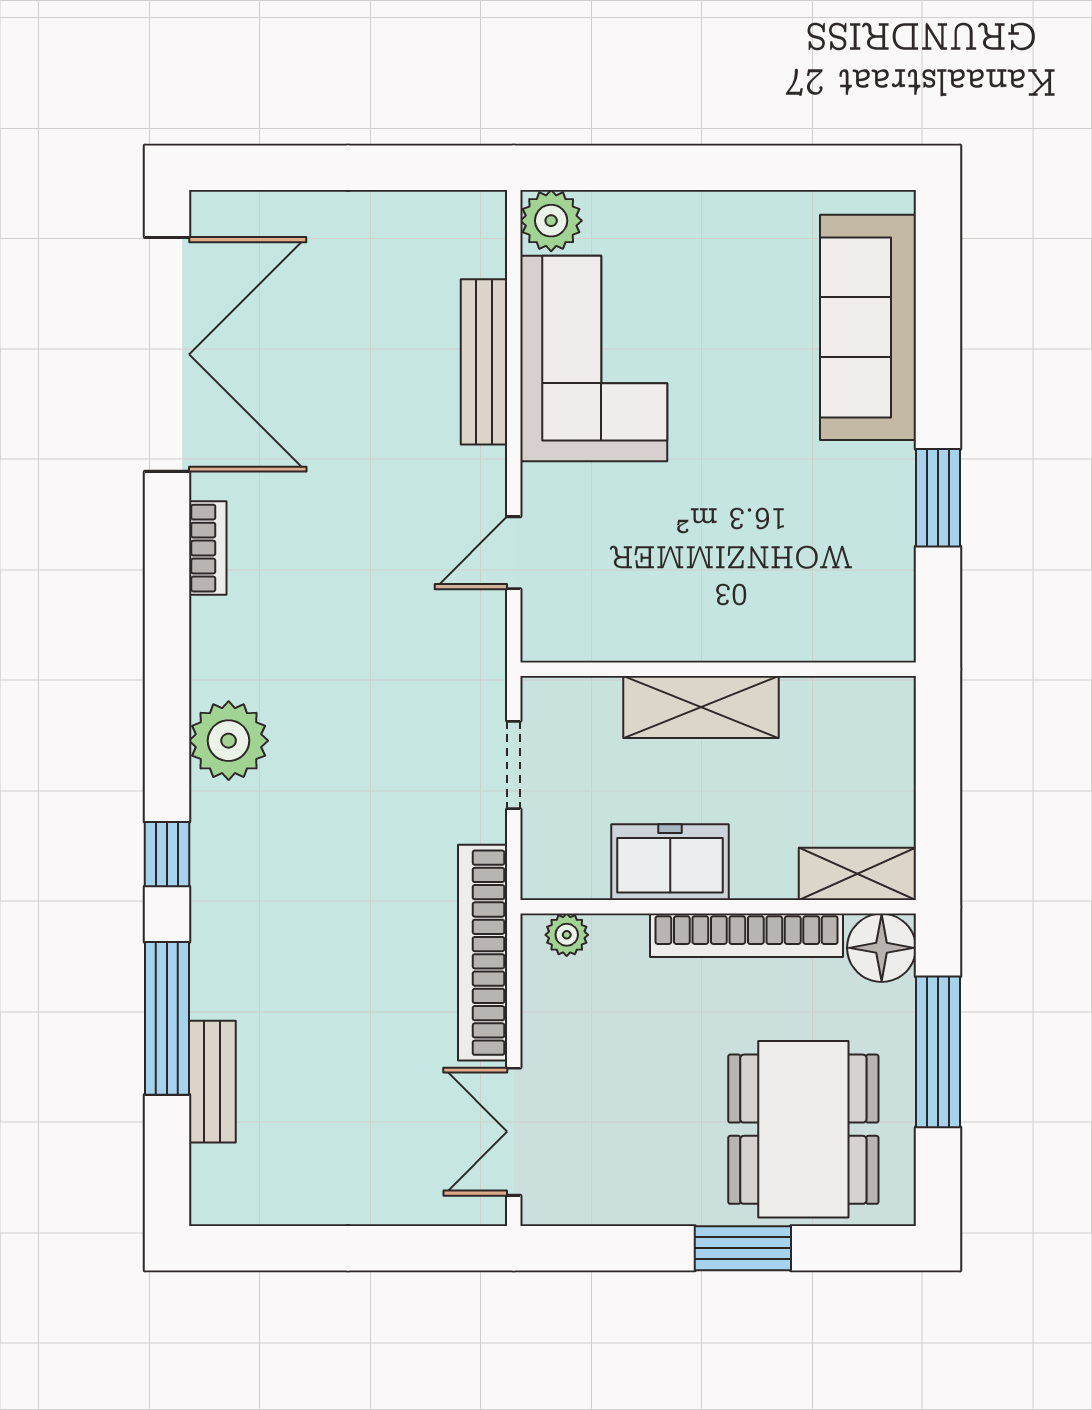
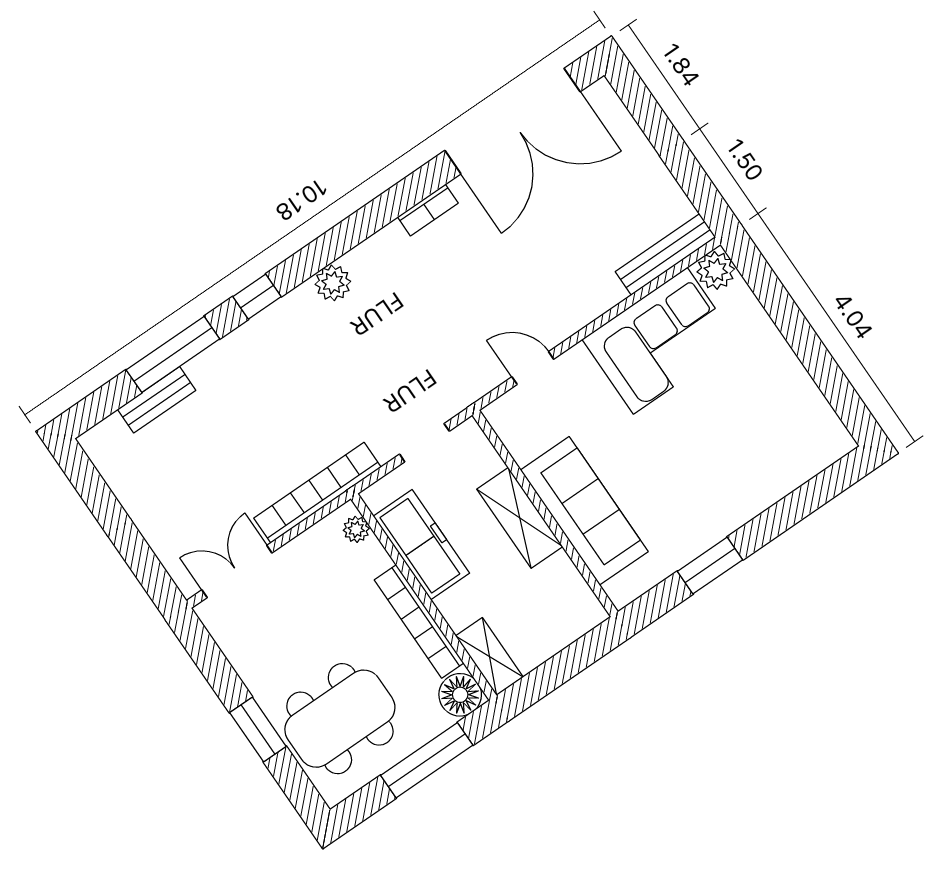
sofa: (868, 327) -> (584, 511), moved, turned 90
bench: (484, 362) -> (666, 254), moved
plant: (229, 741) -> (333, 283), width x0.73, depth x0.73
freezer: (670, 862) -> (421, 545), width x1.40

